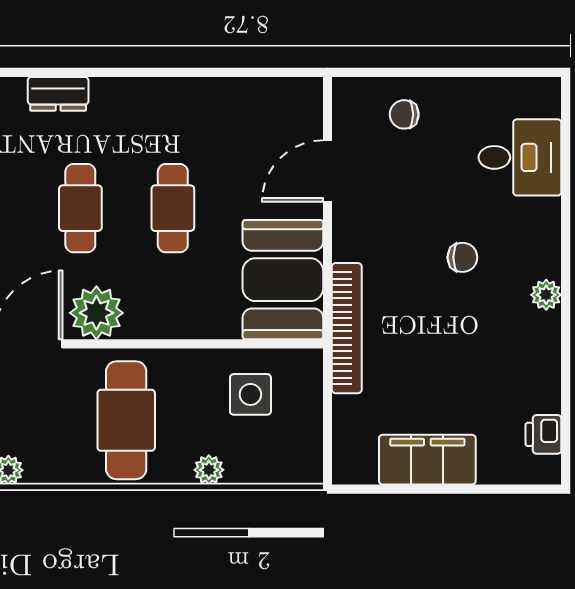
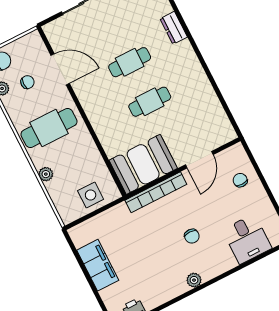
door: (328, 171) -> (199, 160), swing flipped
plant: (96, 313) -> (88, 92), removed
bookcase: (347, 328) -> (156, 192), moved
side table: (250, 394) -> (91, 195), moved
chair: (21, 417) -> (27, 82), added

